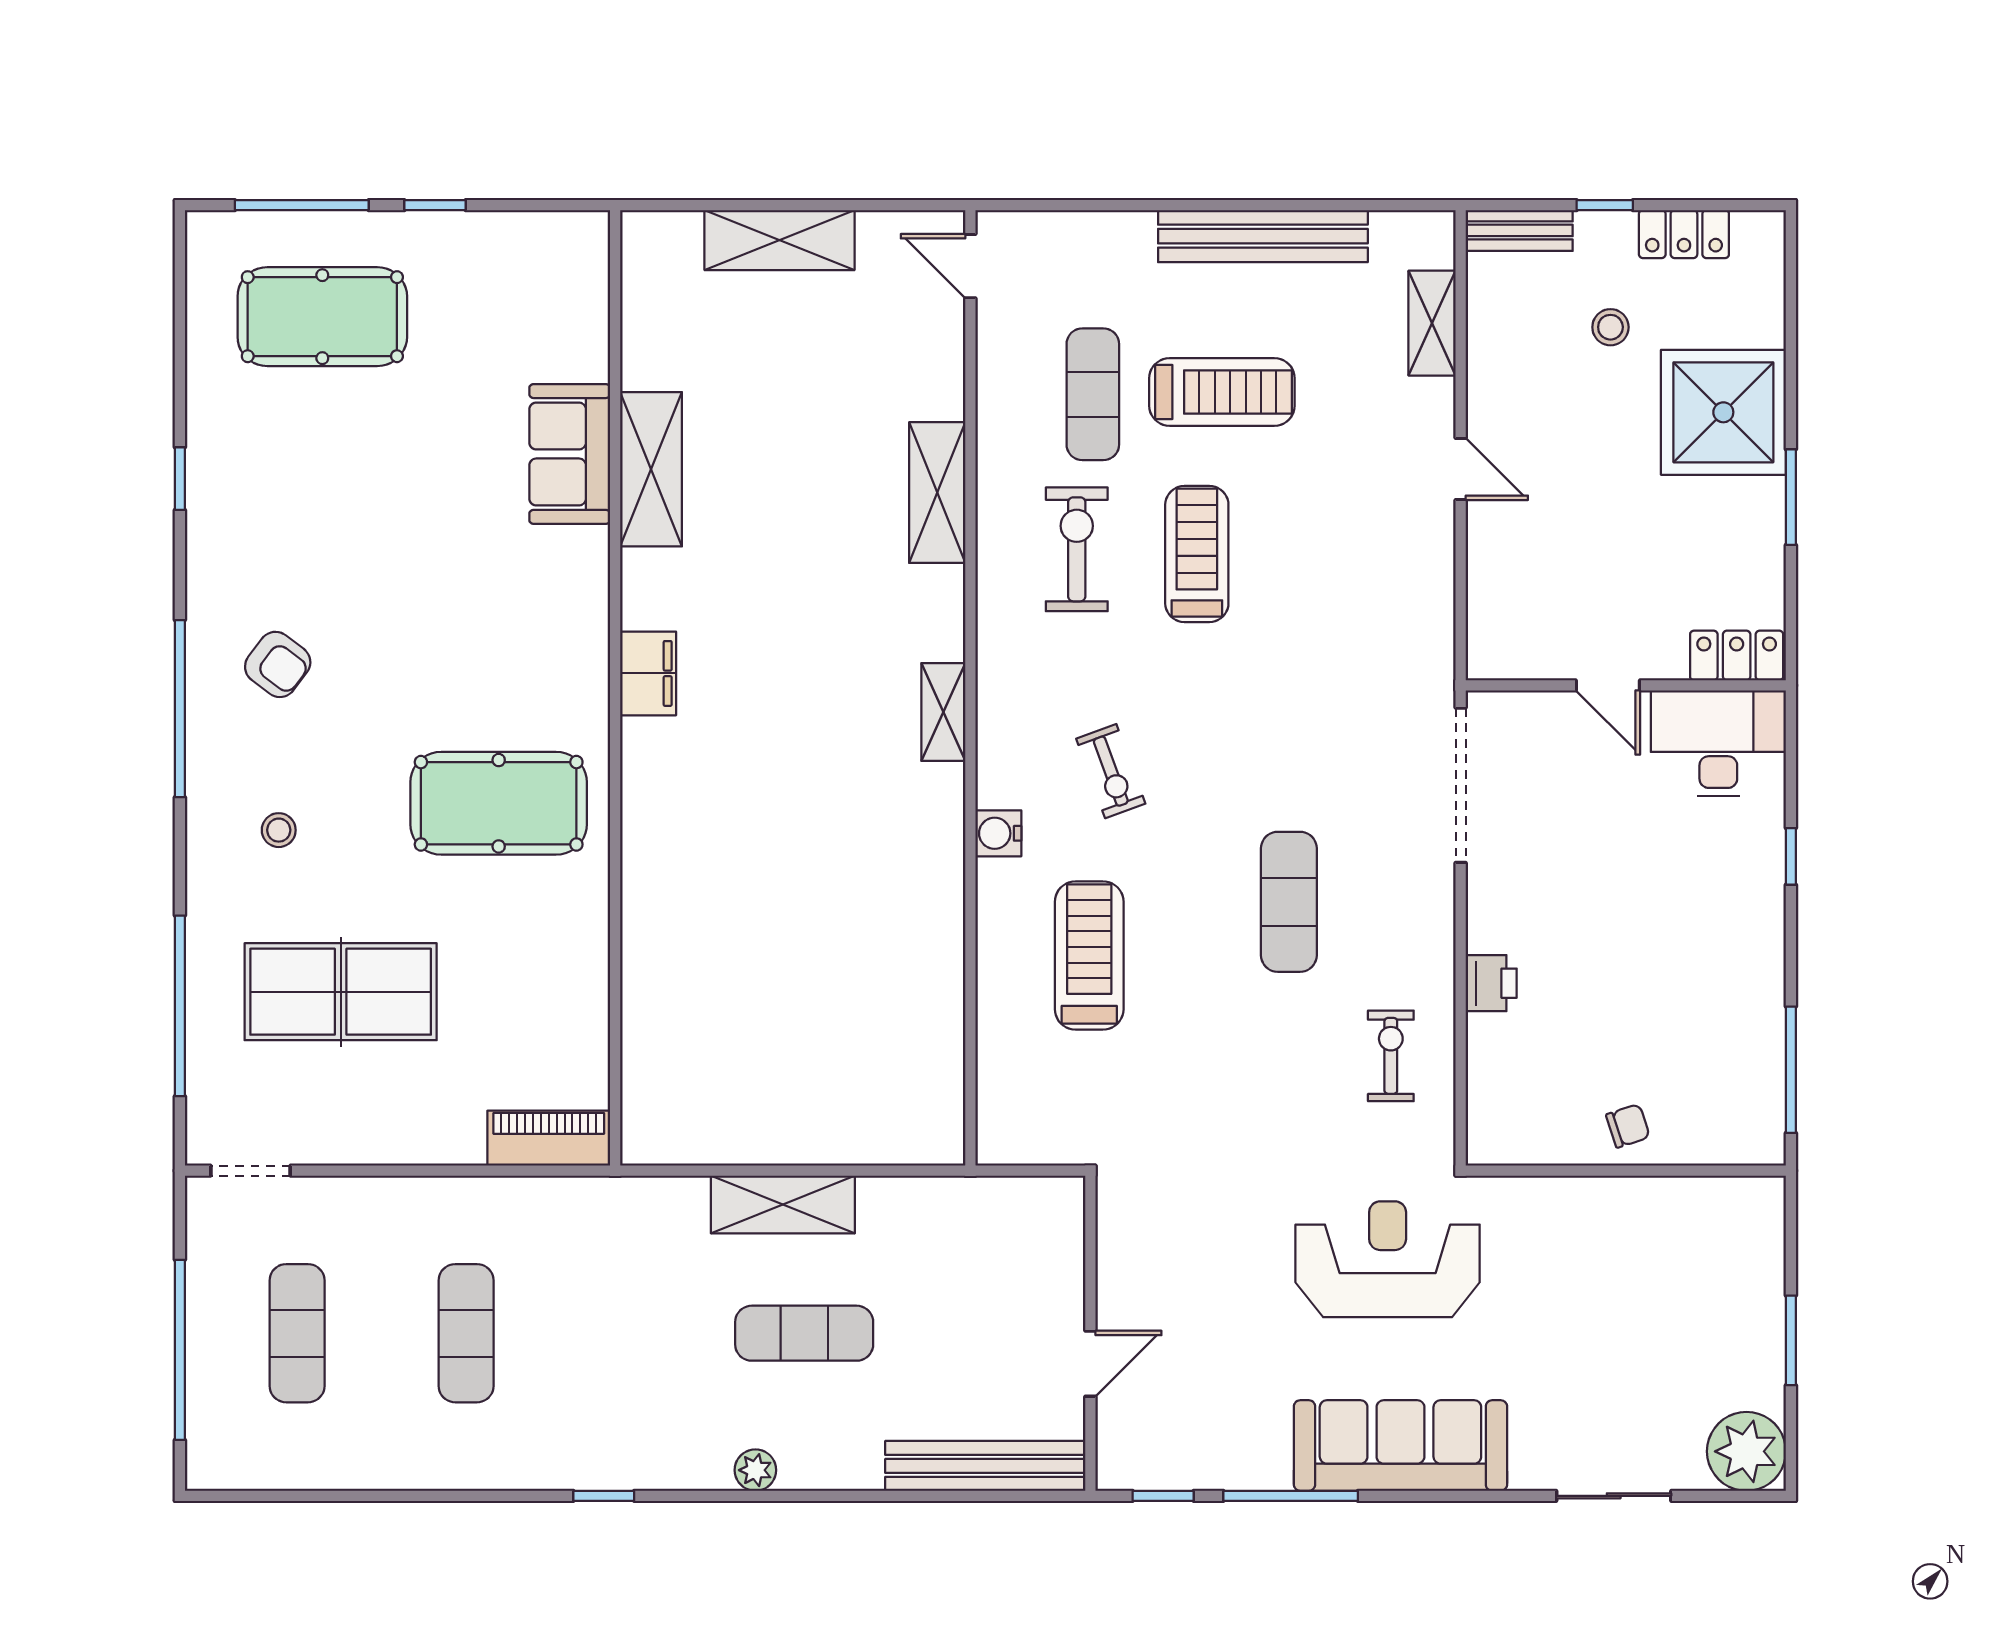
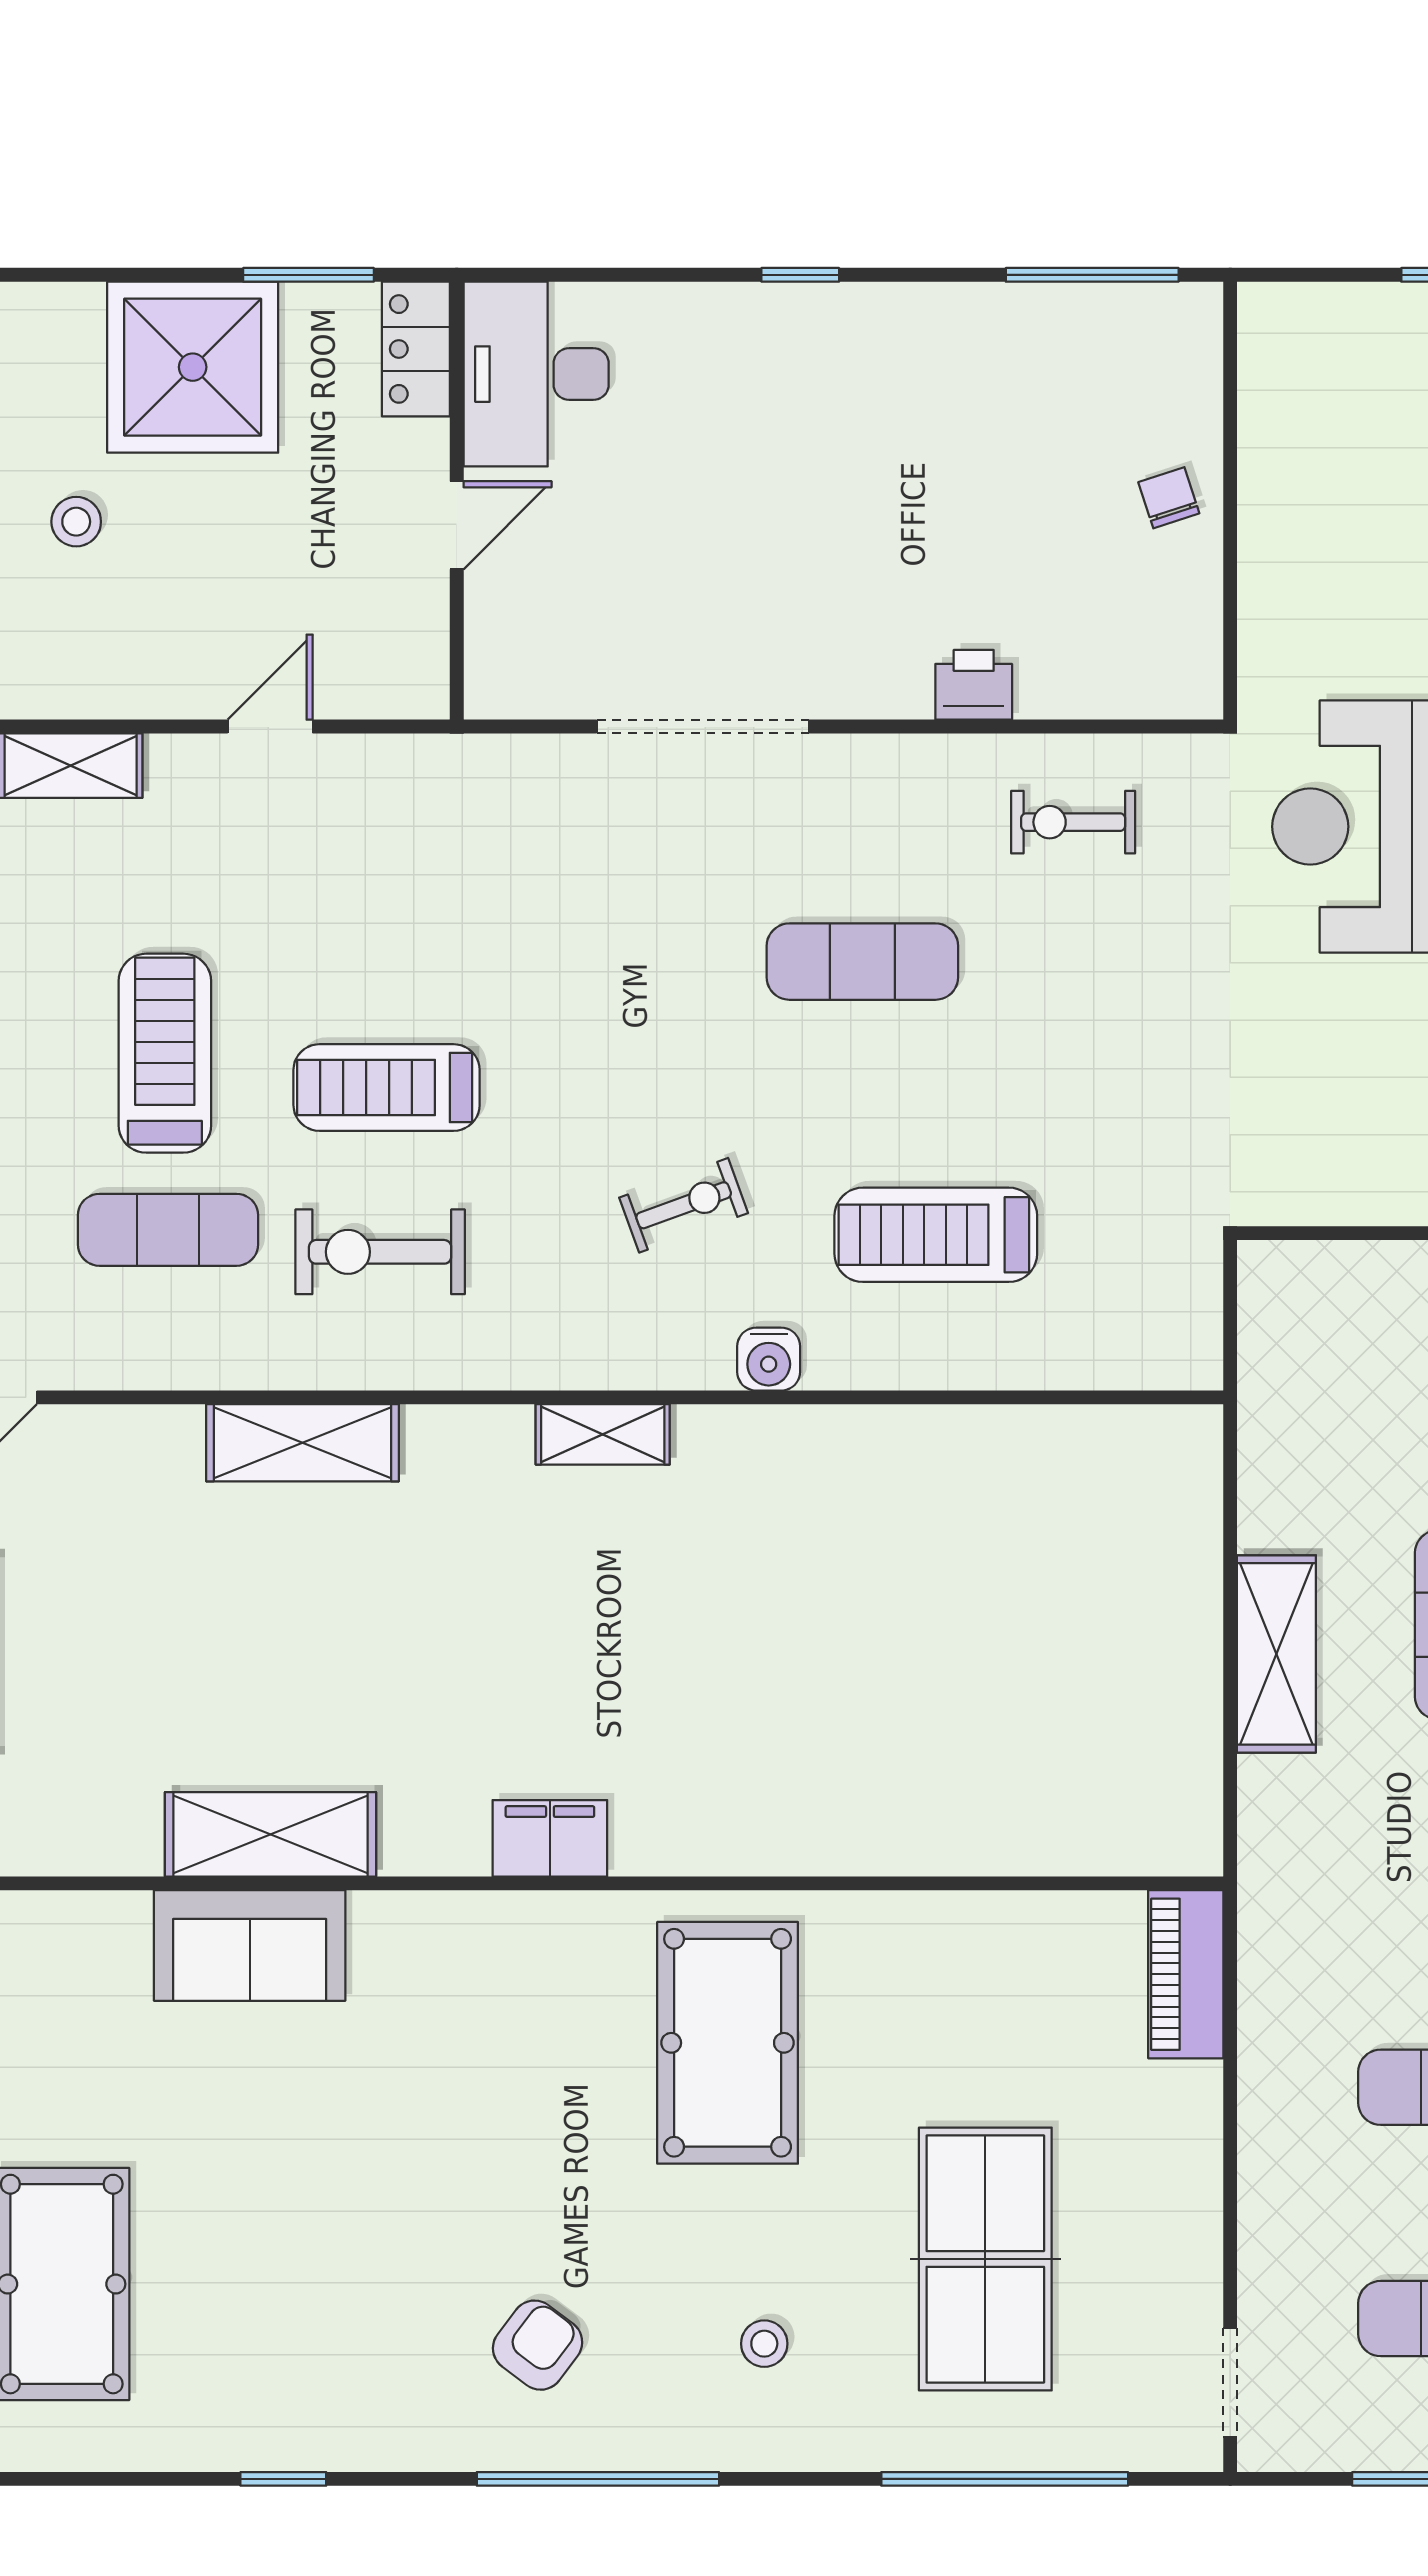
locker: (1737, 655) -> (416, 349), moved
door: (1608, 685) -> (457, 525), moved
wall: (1626, 685) -> (457, 501), moved
desk: (1718, 743) -> (536, 374), moved

